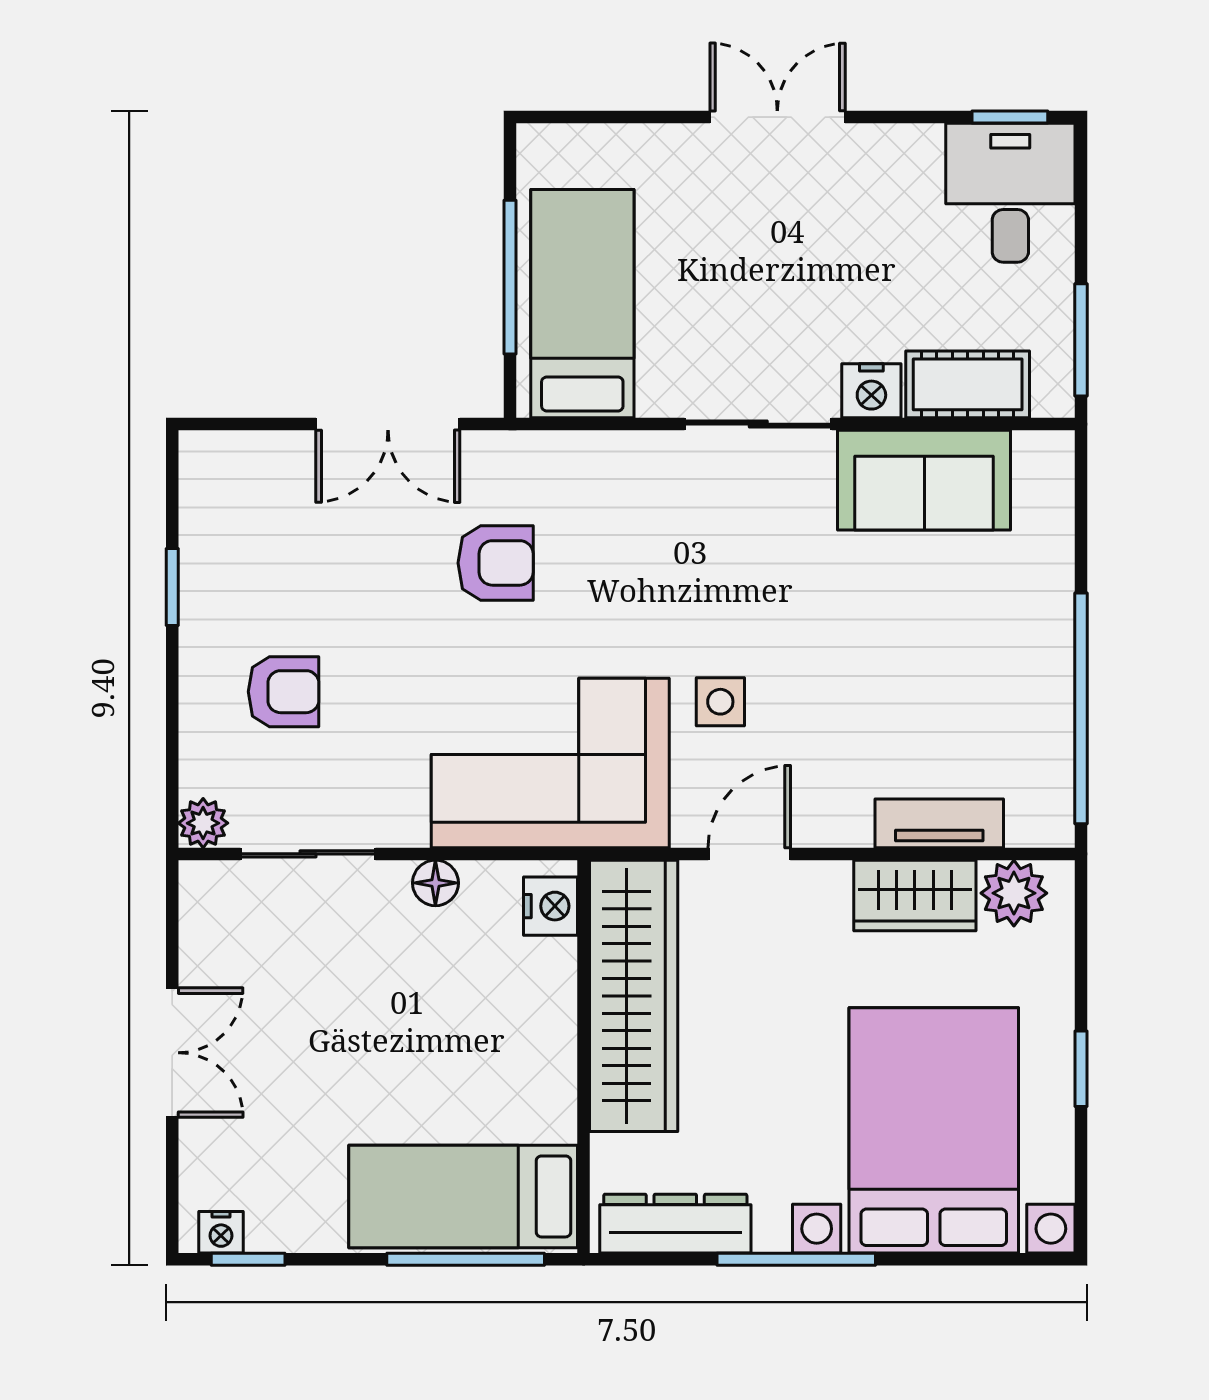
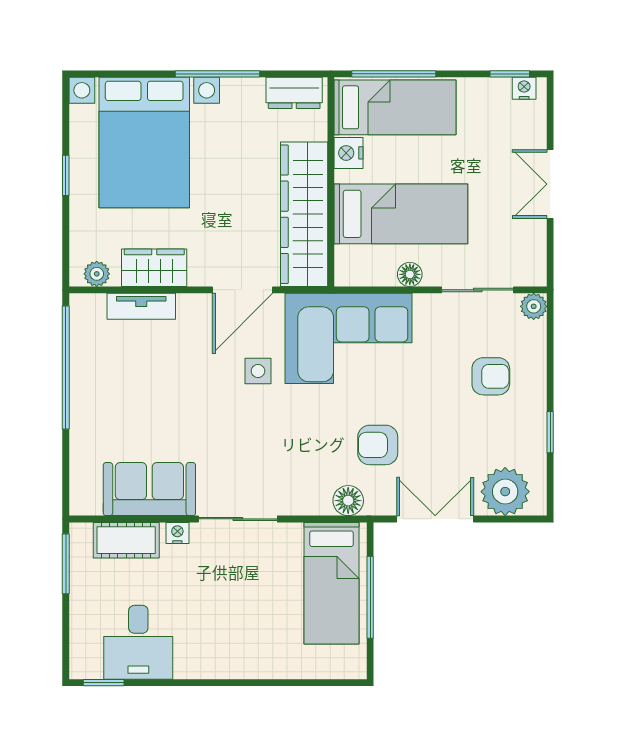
double door: (777, 117) -> (228, 683), removed
desk: (1010, 193) -> (138, 642), moved
nightstand: (871, 391) -> (177, 533), width x0.72, depth x0.74
floor lamp: (551, 459) -> (348, 501), added
plant: (257, 476) -> (505, 492), added
armchair: (283, 692) -> (491, 376), turned 180
door: (749, 854) -> (243, 290), width x1.38
plant: (1014, 893) -> (97, 274), width x0.73, depth x0.73
nightstand: (551, 906) -> (348, 153), moved
bed: (452, 997) -> (401, 214), added
dresser: (675, 1224) -> (294, 93), width x0.70

